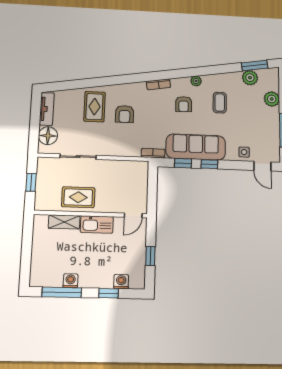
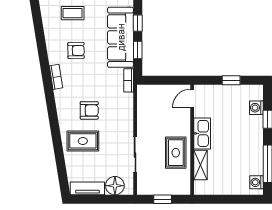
plant: (196, 81) -> (50, 38), removed
door: (133, 215) -> (192, 98), swing flipped
washing machine: (71, 281) -> (257, 182), moved

